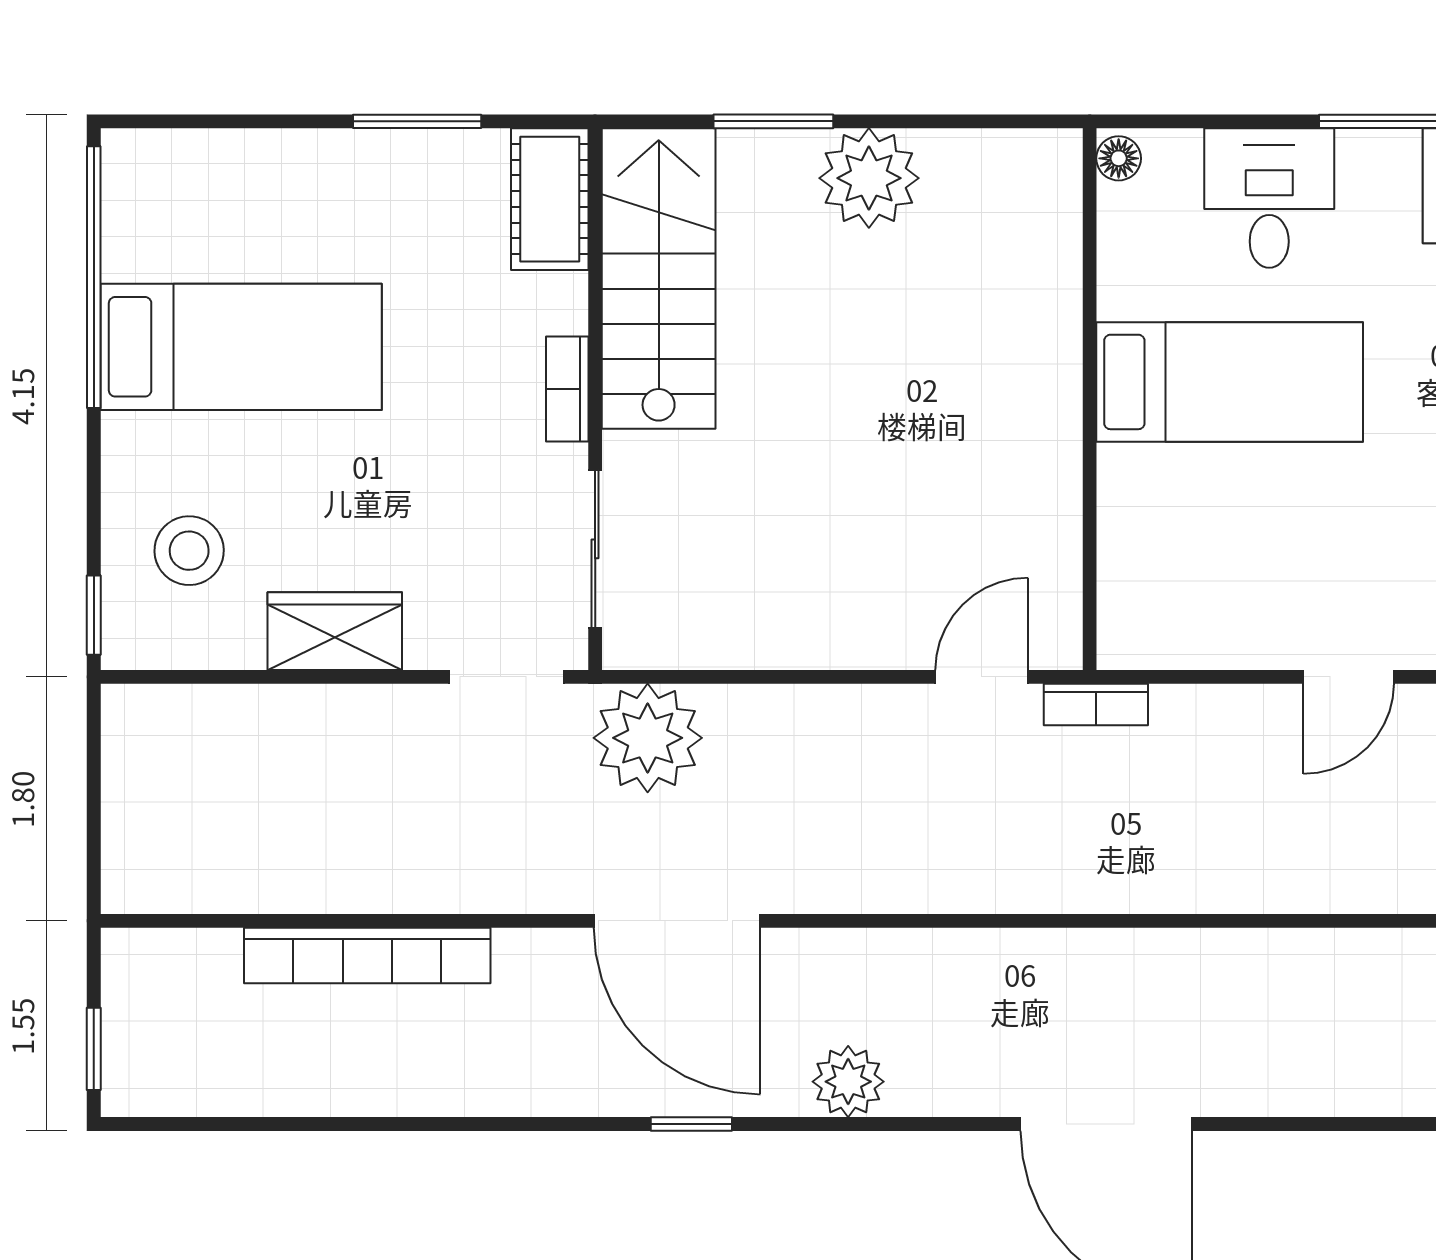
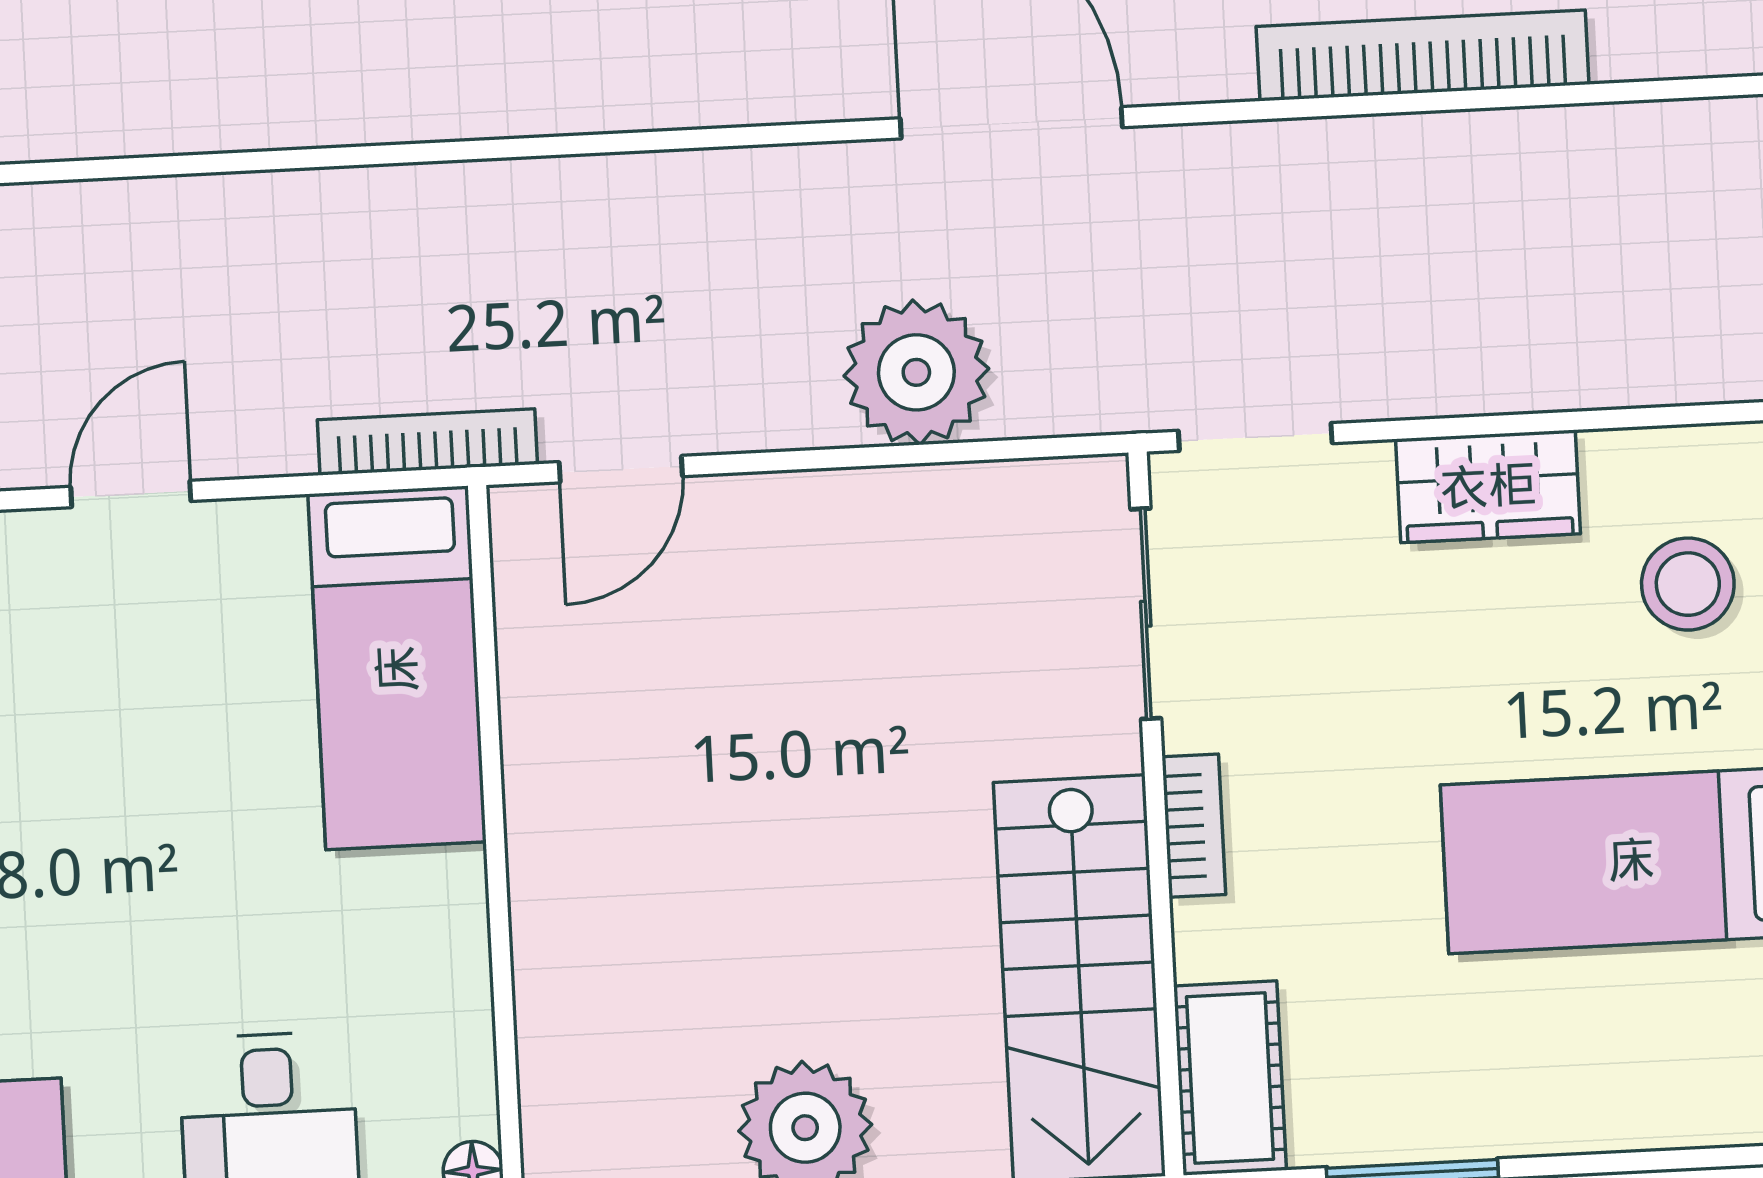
bed: (1230, 382) -> (397, 668), moved, turned -90
bookcase: (1096, 704) -> (427, 442), width x1.56
plant: (648, 738) -> (916, 372), moved

